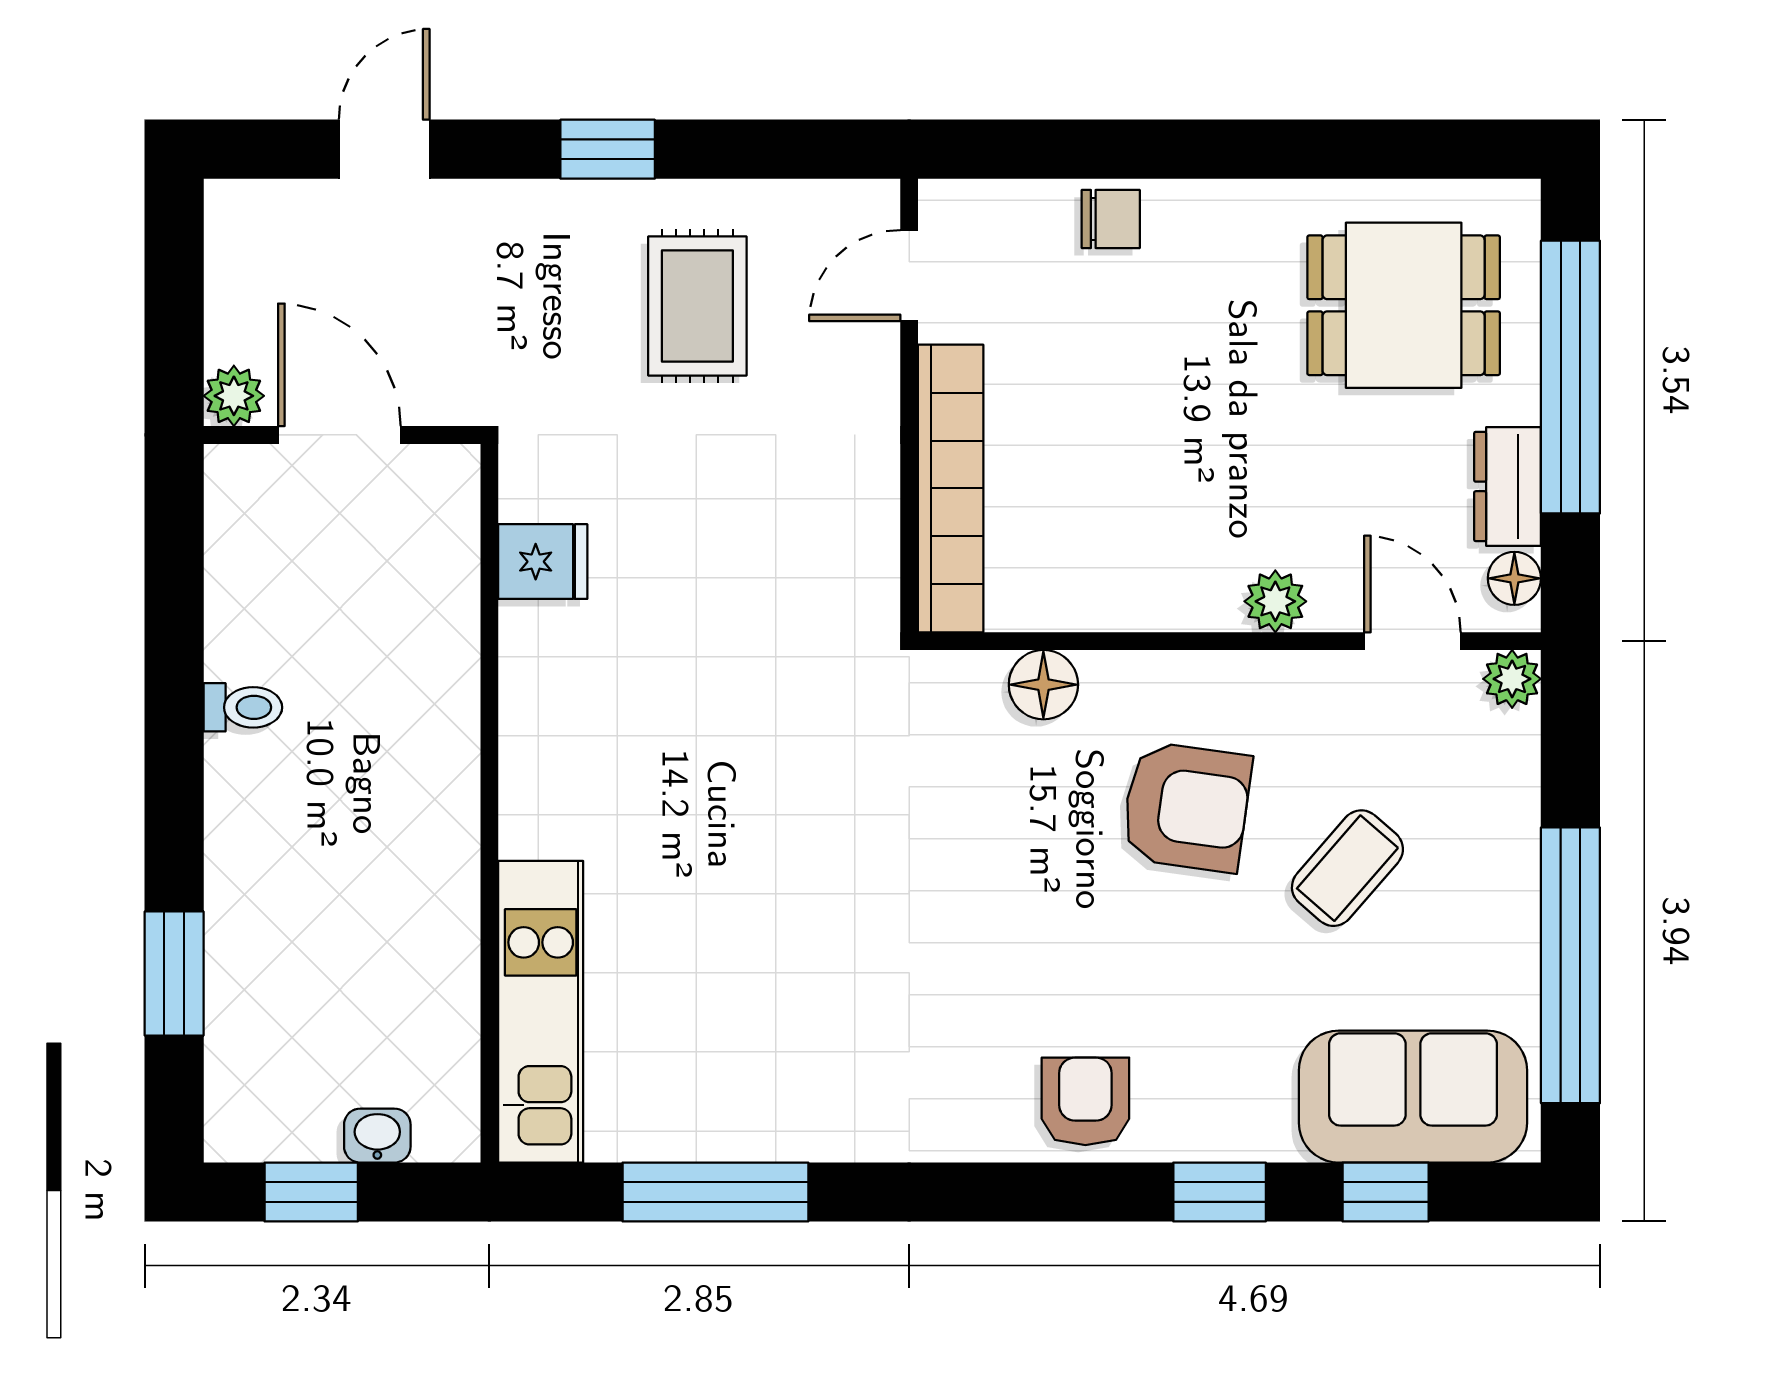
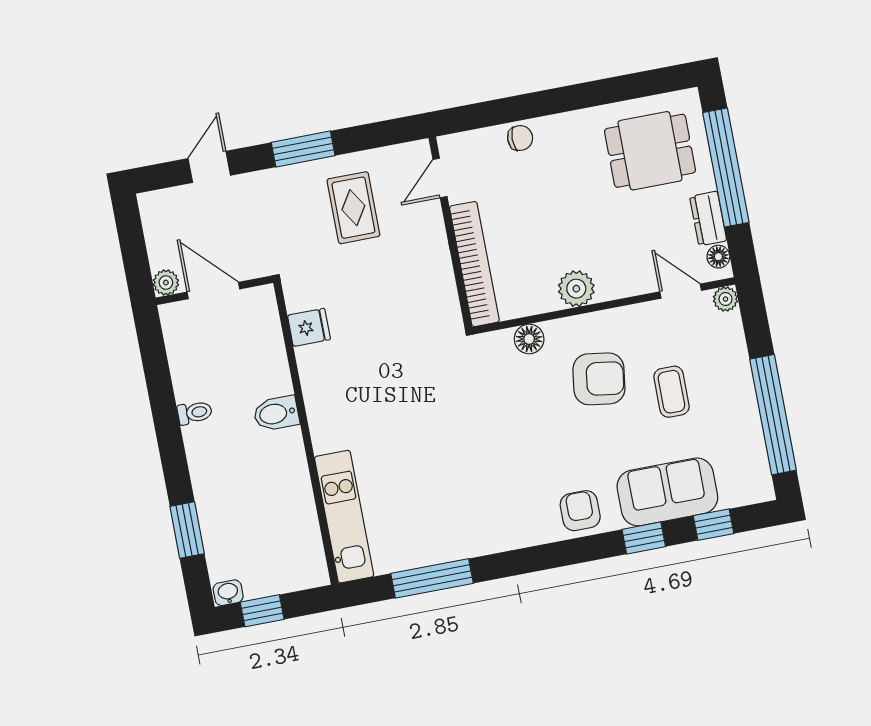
window: (608, 149) -> (303, 149), width x1.50
plant: (1275, 601) -> (576, 289), moved, width x1.38, depth x1.38
bidet: (430, 745) -> (276, 413), added
coffee table: (1347, 868) -> (671, 392), turned -41
sofa: (1413, 1097) -> (667, 492), moved
washbasin: (377, 1136) -> (228, 593), moved

